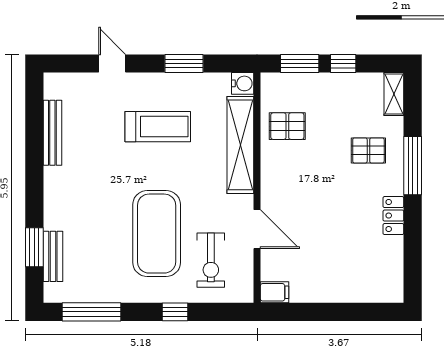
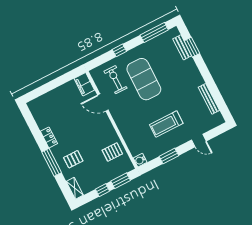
shelving: (240, 145) -> (128, 134), removed
filing cabinet: (275, 292) -> (84, 84), width x2.00

